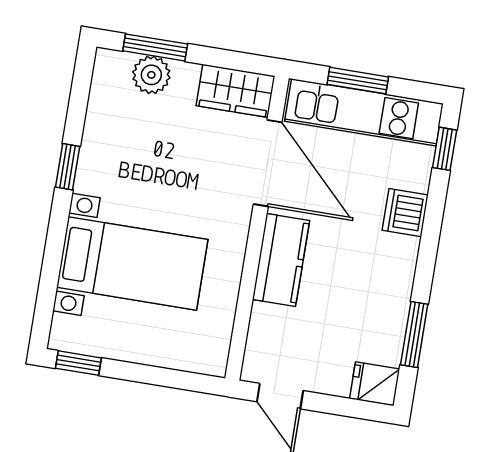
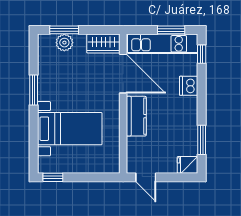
window: (358, 81) -> (171, 30), moved
window: (68, 167) -> (34, 90), width x1.50

